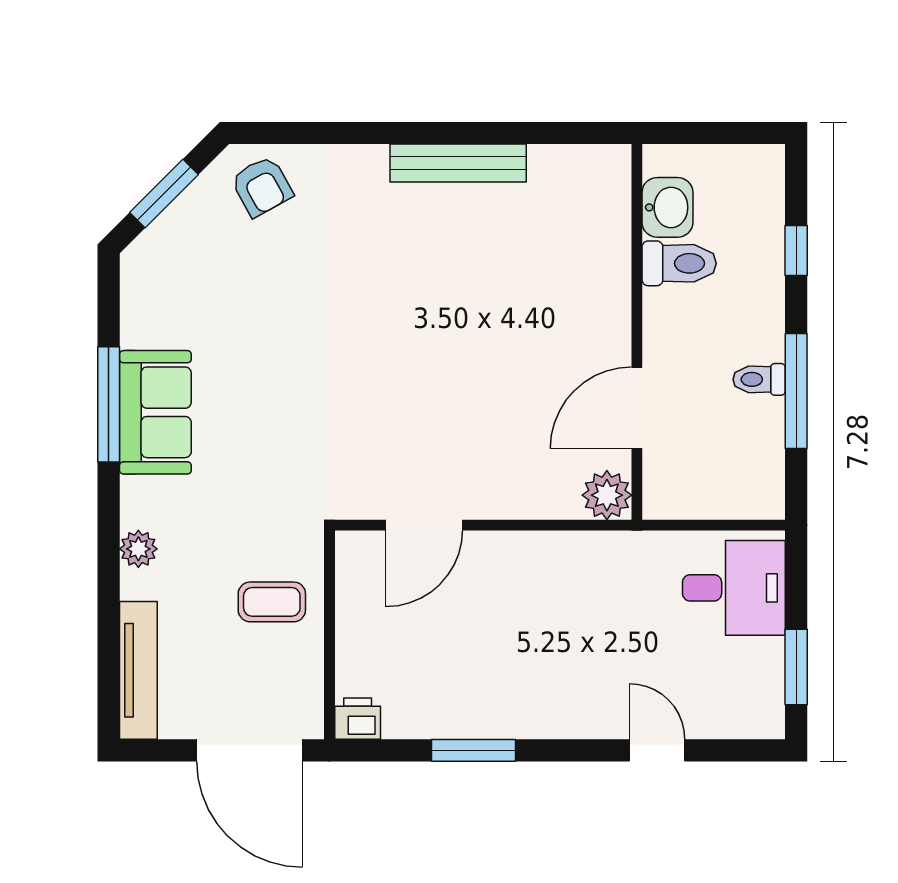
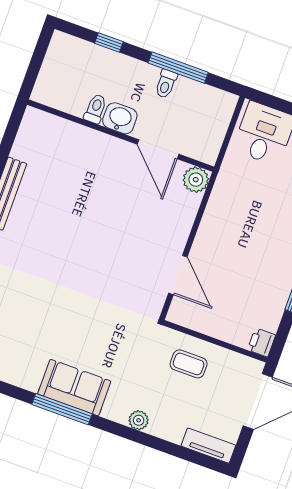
washbasin: (667, 207) -> (120, 118), moved
toilet: (679, 263) -> (95, 109), width x0.73, depth x0.72
coffee table: (272, 602) -> (189, 364), turned 90
tv unit: (138, 670) -> (208, 446), width x0.71

